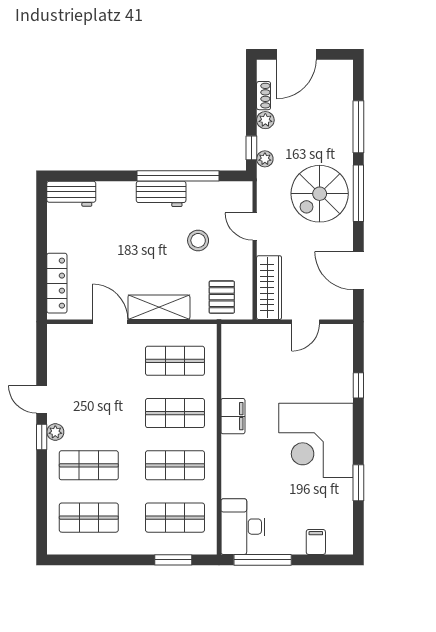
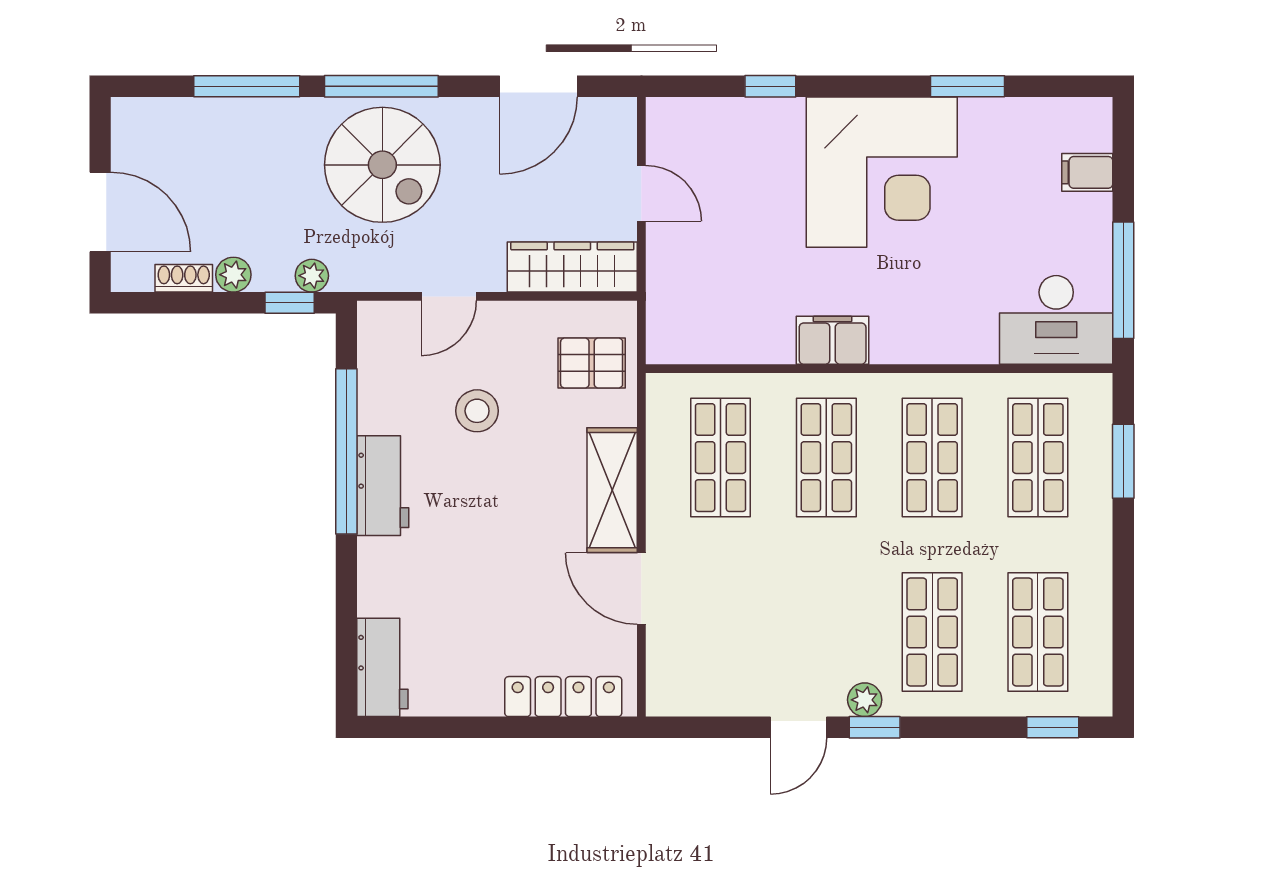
door: (110, 322) -> (641, 589), hinge flipped
window: (42, 525) -> (1053, 727), added

